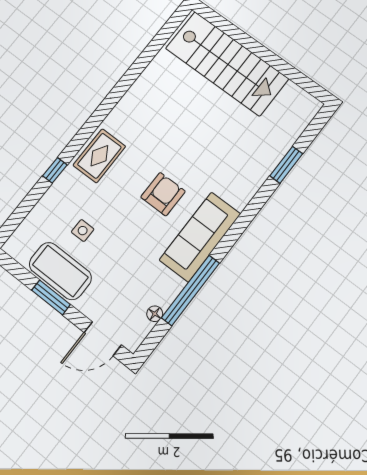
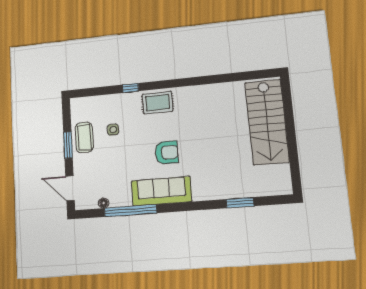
coffee table: (60, 271) -> (84, 137), width x0.73, depth x0.76

